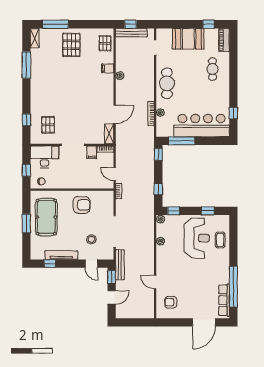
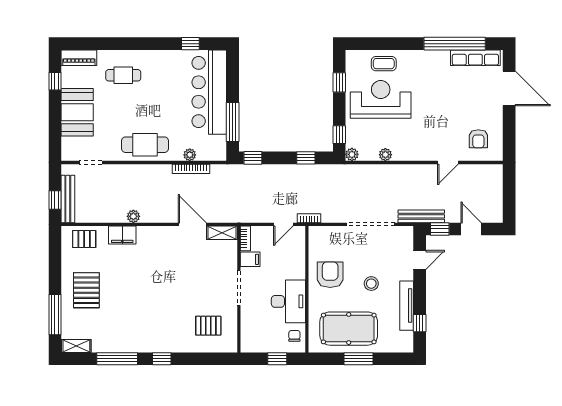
pallet: (71, 45) -> (86, 290), turned 90
filing cabinet: (108, 68) -> (122, 235), width x2.00
window: (26, 120) -> (162, 359), moved
desk: (45, 157) -> (288, 301), moved, turned 180
stool: (91, 239) -> (371, 284), moved

